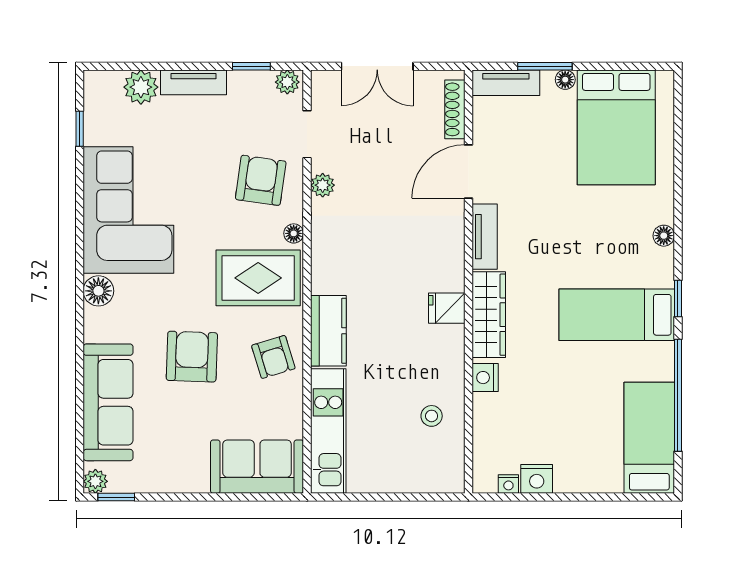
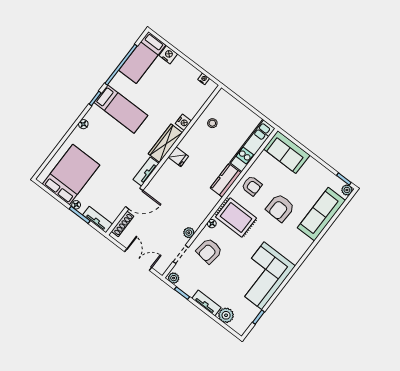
floor lamp: (98, 291) -> (295, 256), removed
armchair: (273, 357) -> (252, 186), turned 107
nightstand: (537, 479) -> (168, 55), moved

